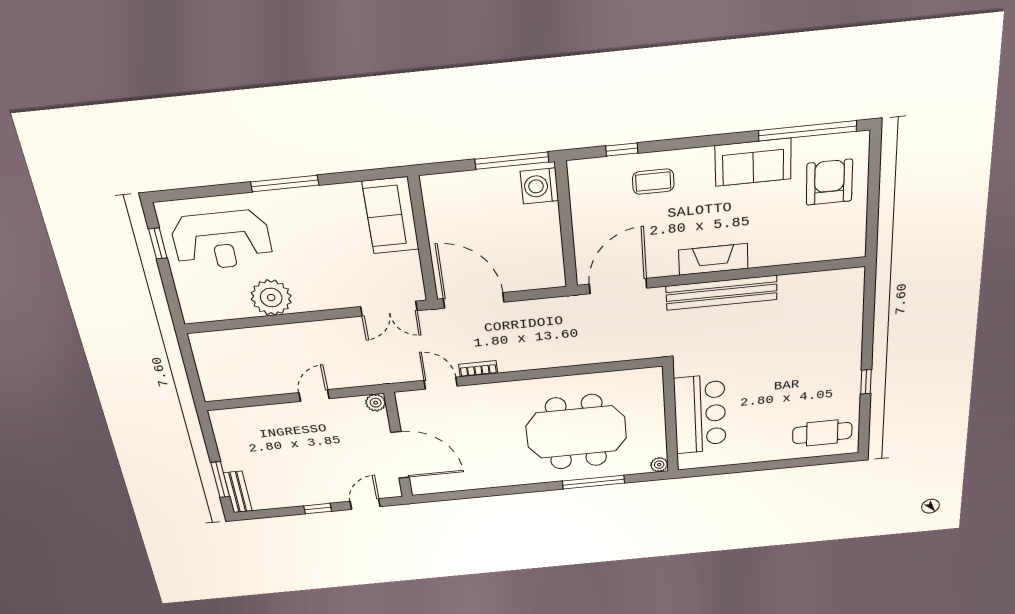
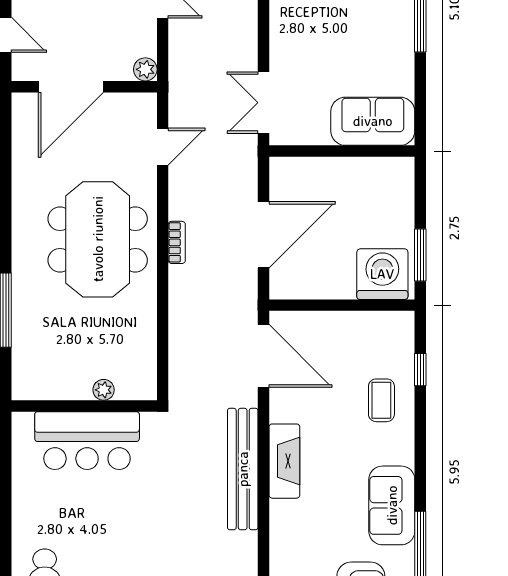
window: (512, 161) -> (420, 255), width x0.69
washing machine: (540, 186) -> (382, 274), width x1.37, depth x1.37
door: (474, 300) -> (263, 235), moved
bookcase: (478, 369) -> (177, 242), moved
meeting table: (576, 432) -> (98, 239), moved
plant: (659, 465) -> (104, 390), moved

